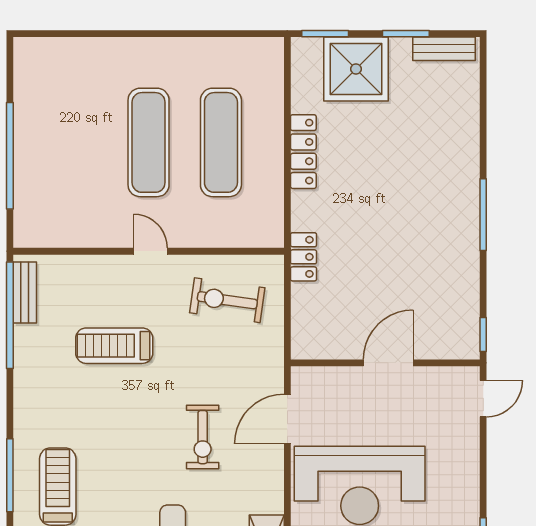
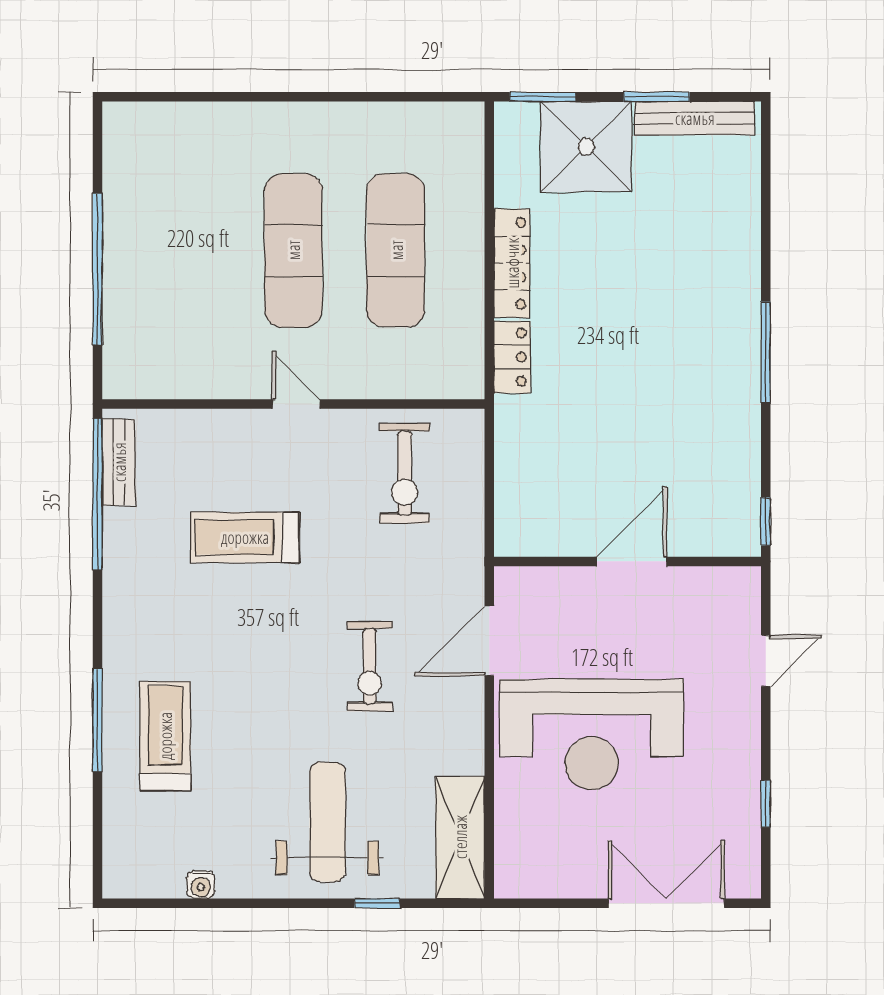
bench: (444, 49) -> (695, 118), width x1.36
locker: (303, 257) -> (512, 357), moved
exercise bike: (227, 300) -> (405, 473), turned -98
door: (483, 399) -> (766, 661), moved

